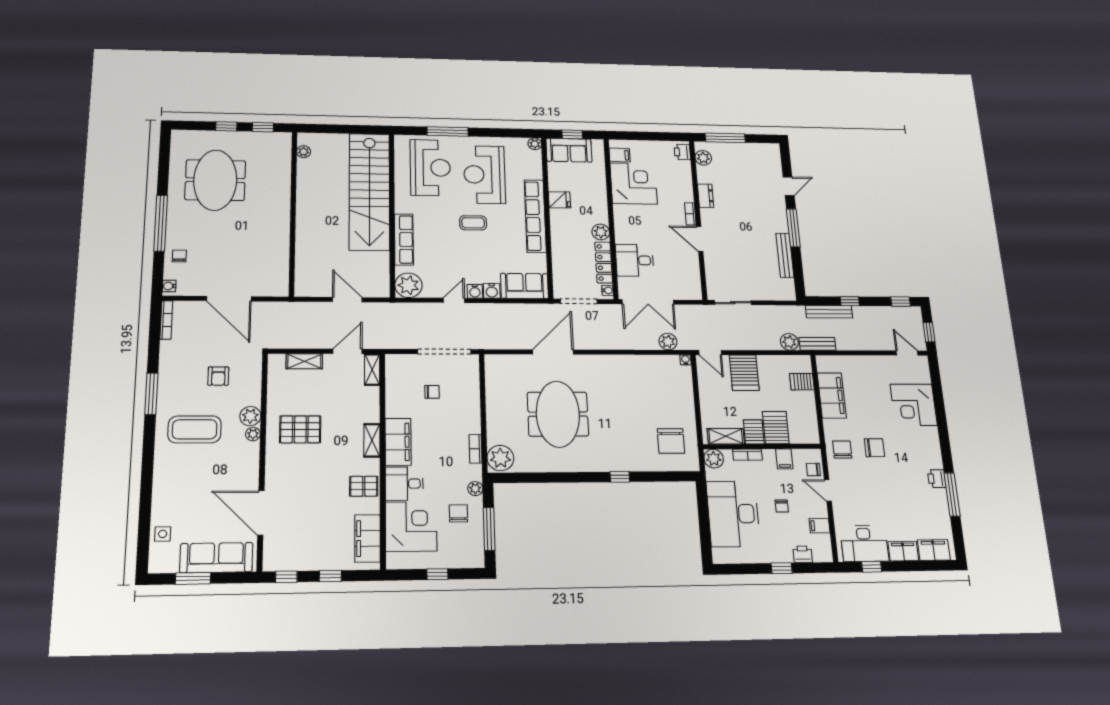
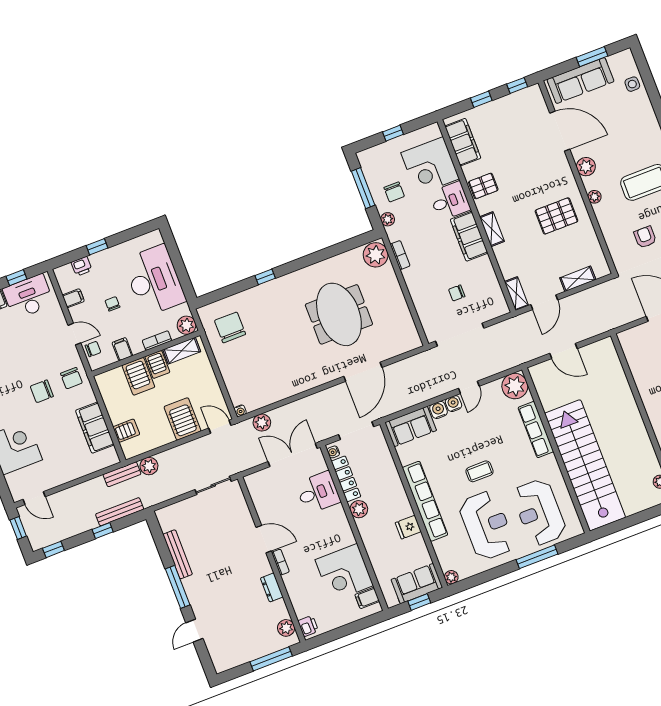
plant: (250, 416) -> (586, 167), moved

